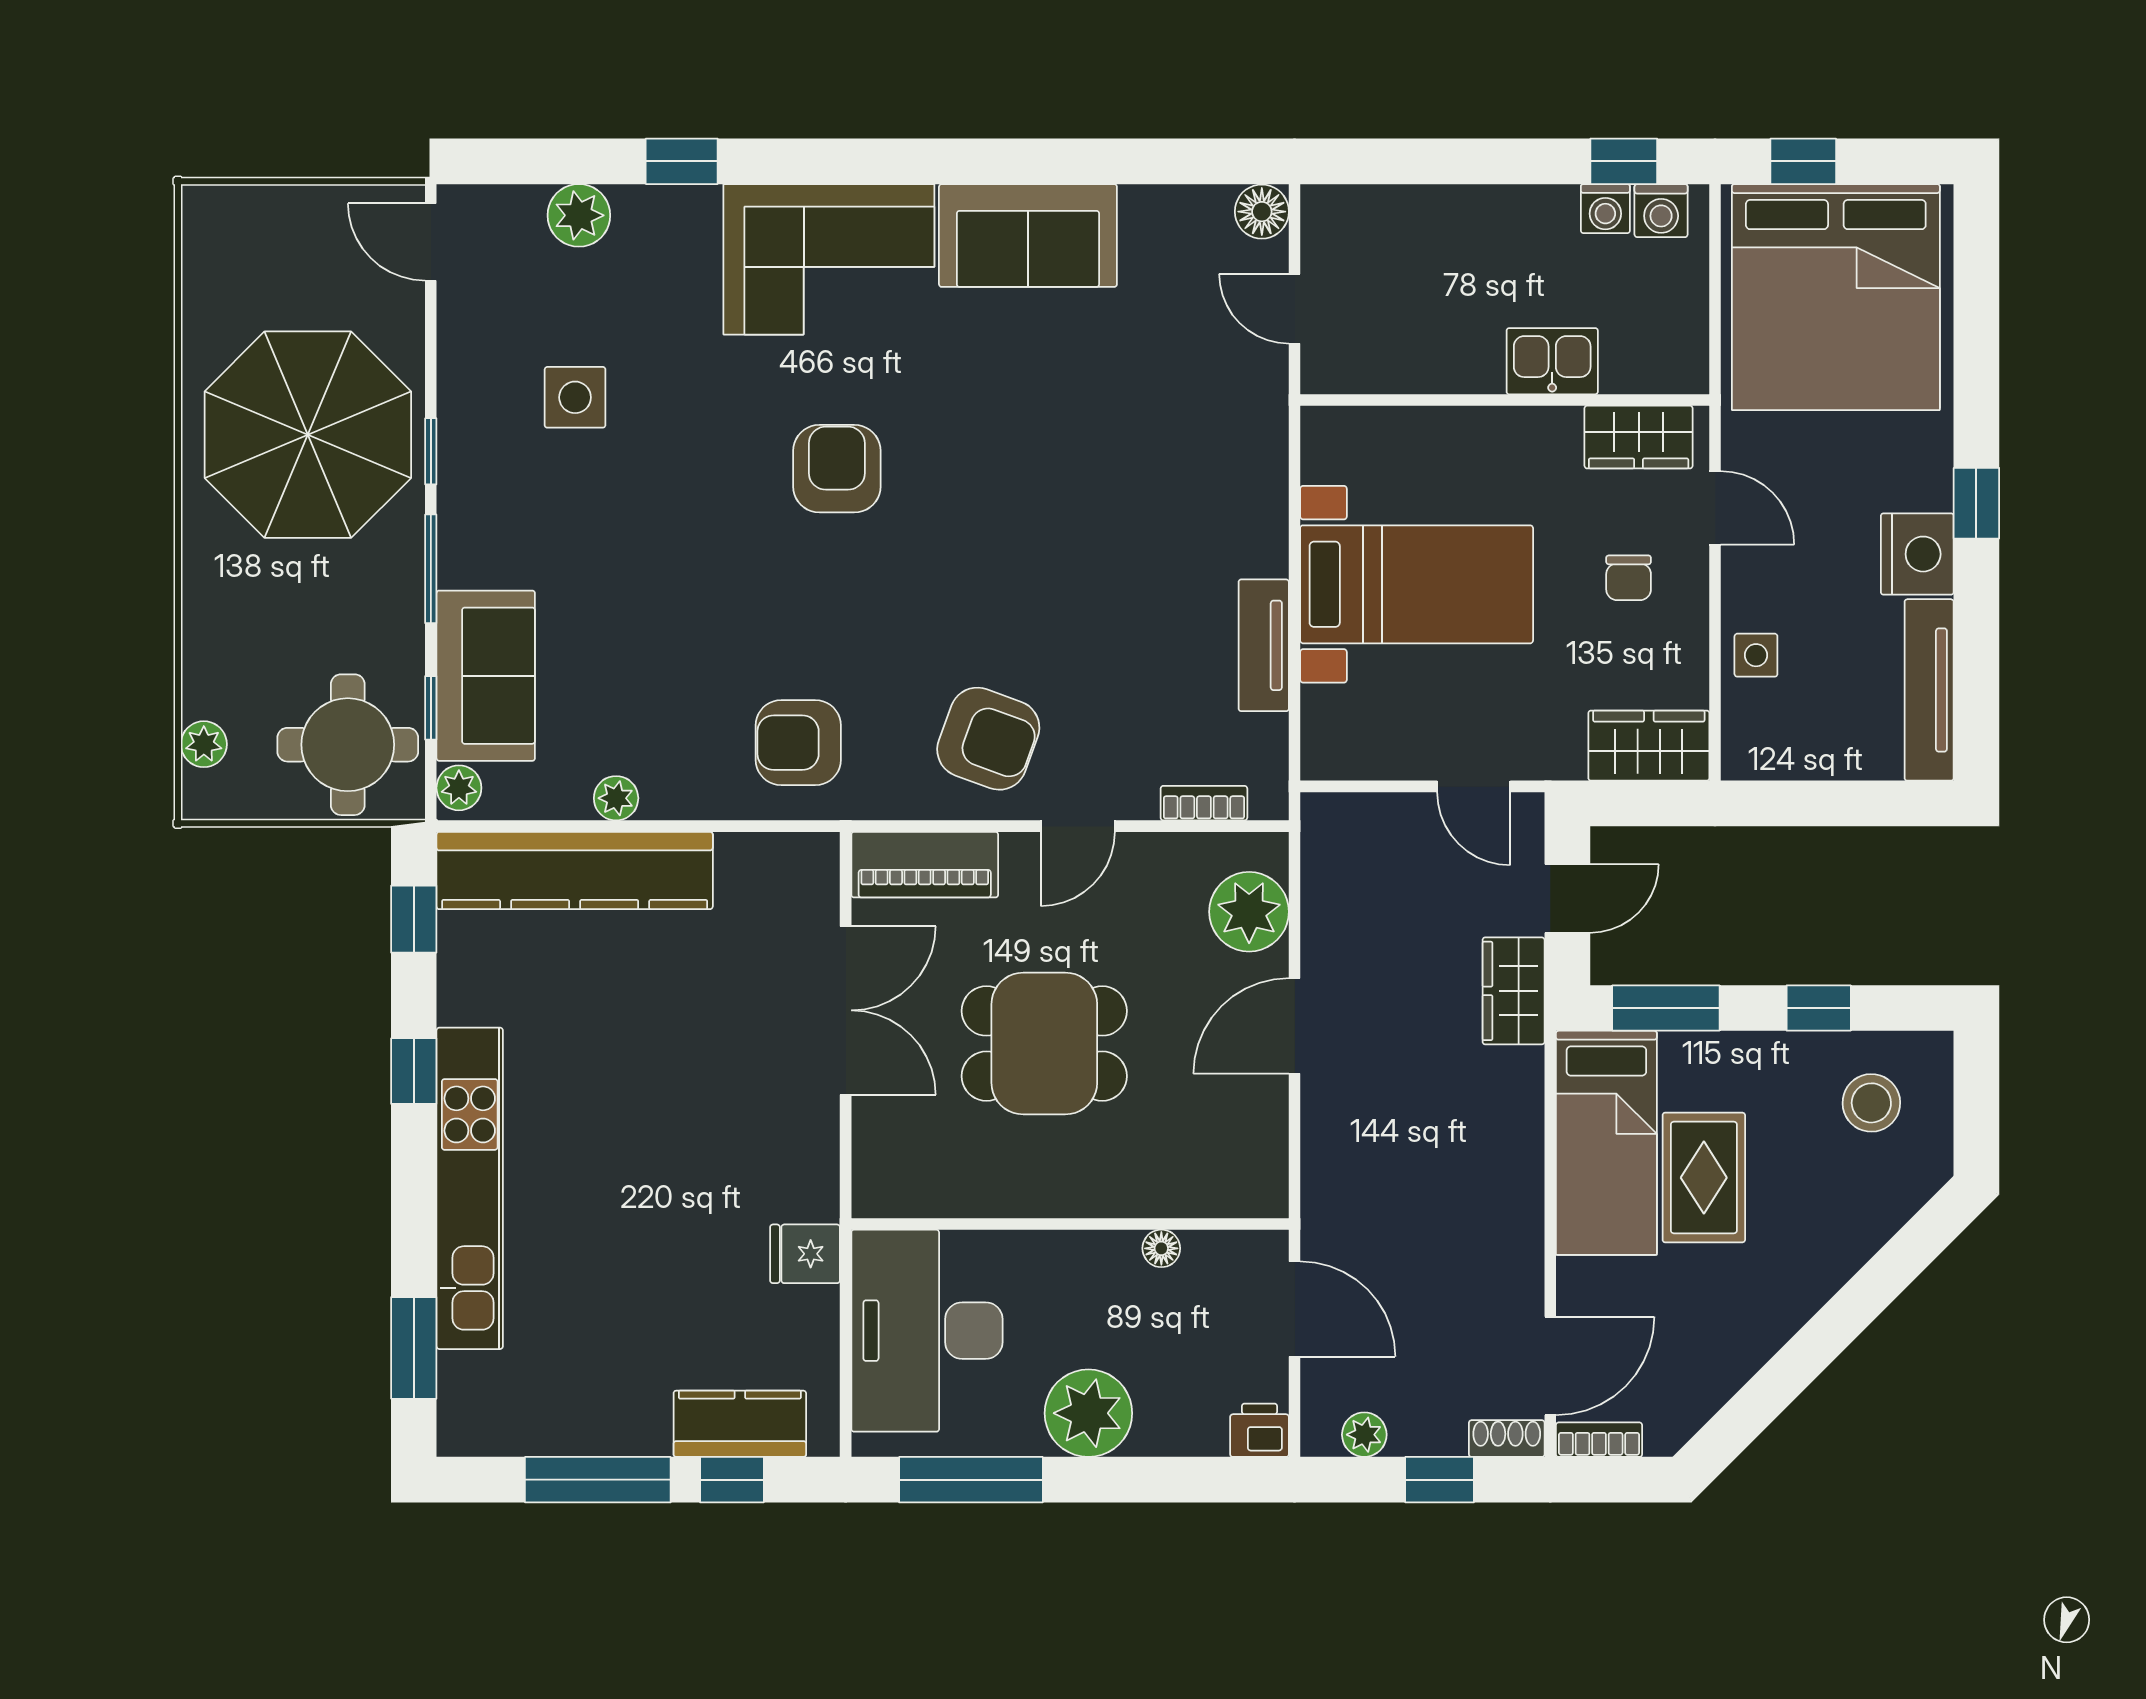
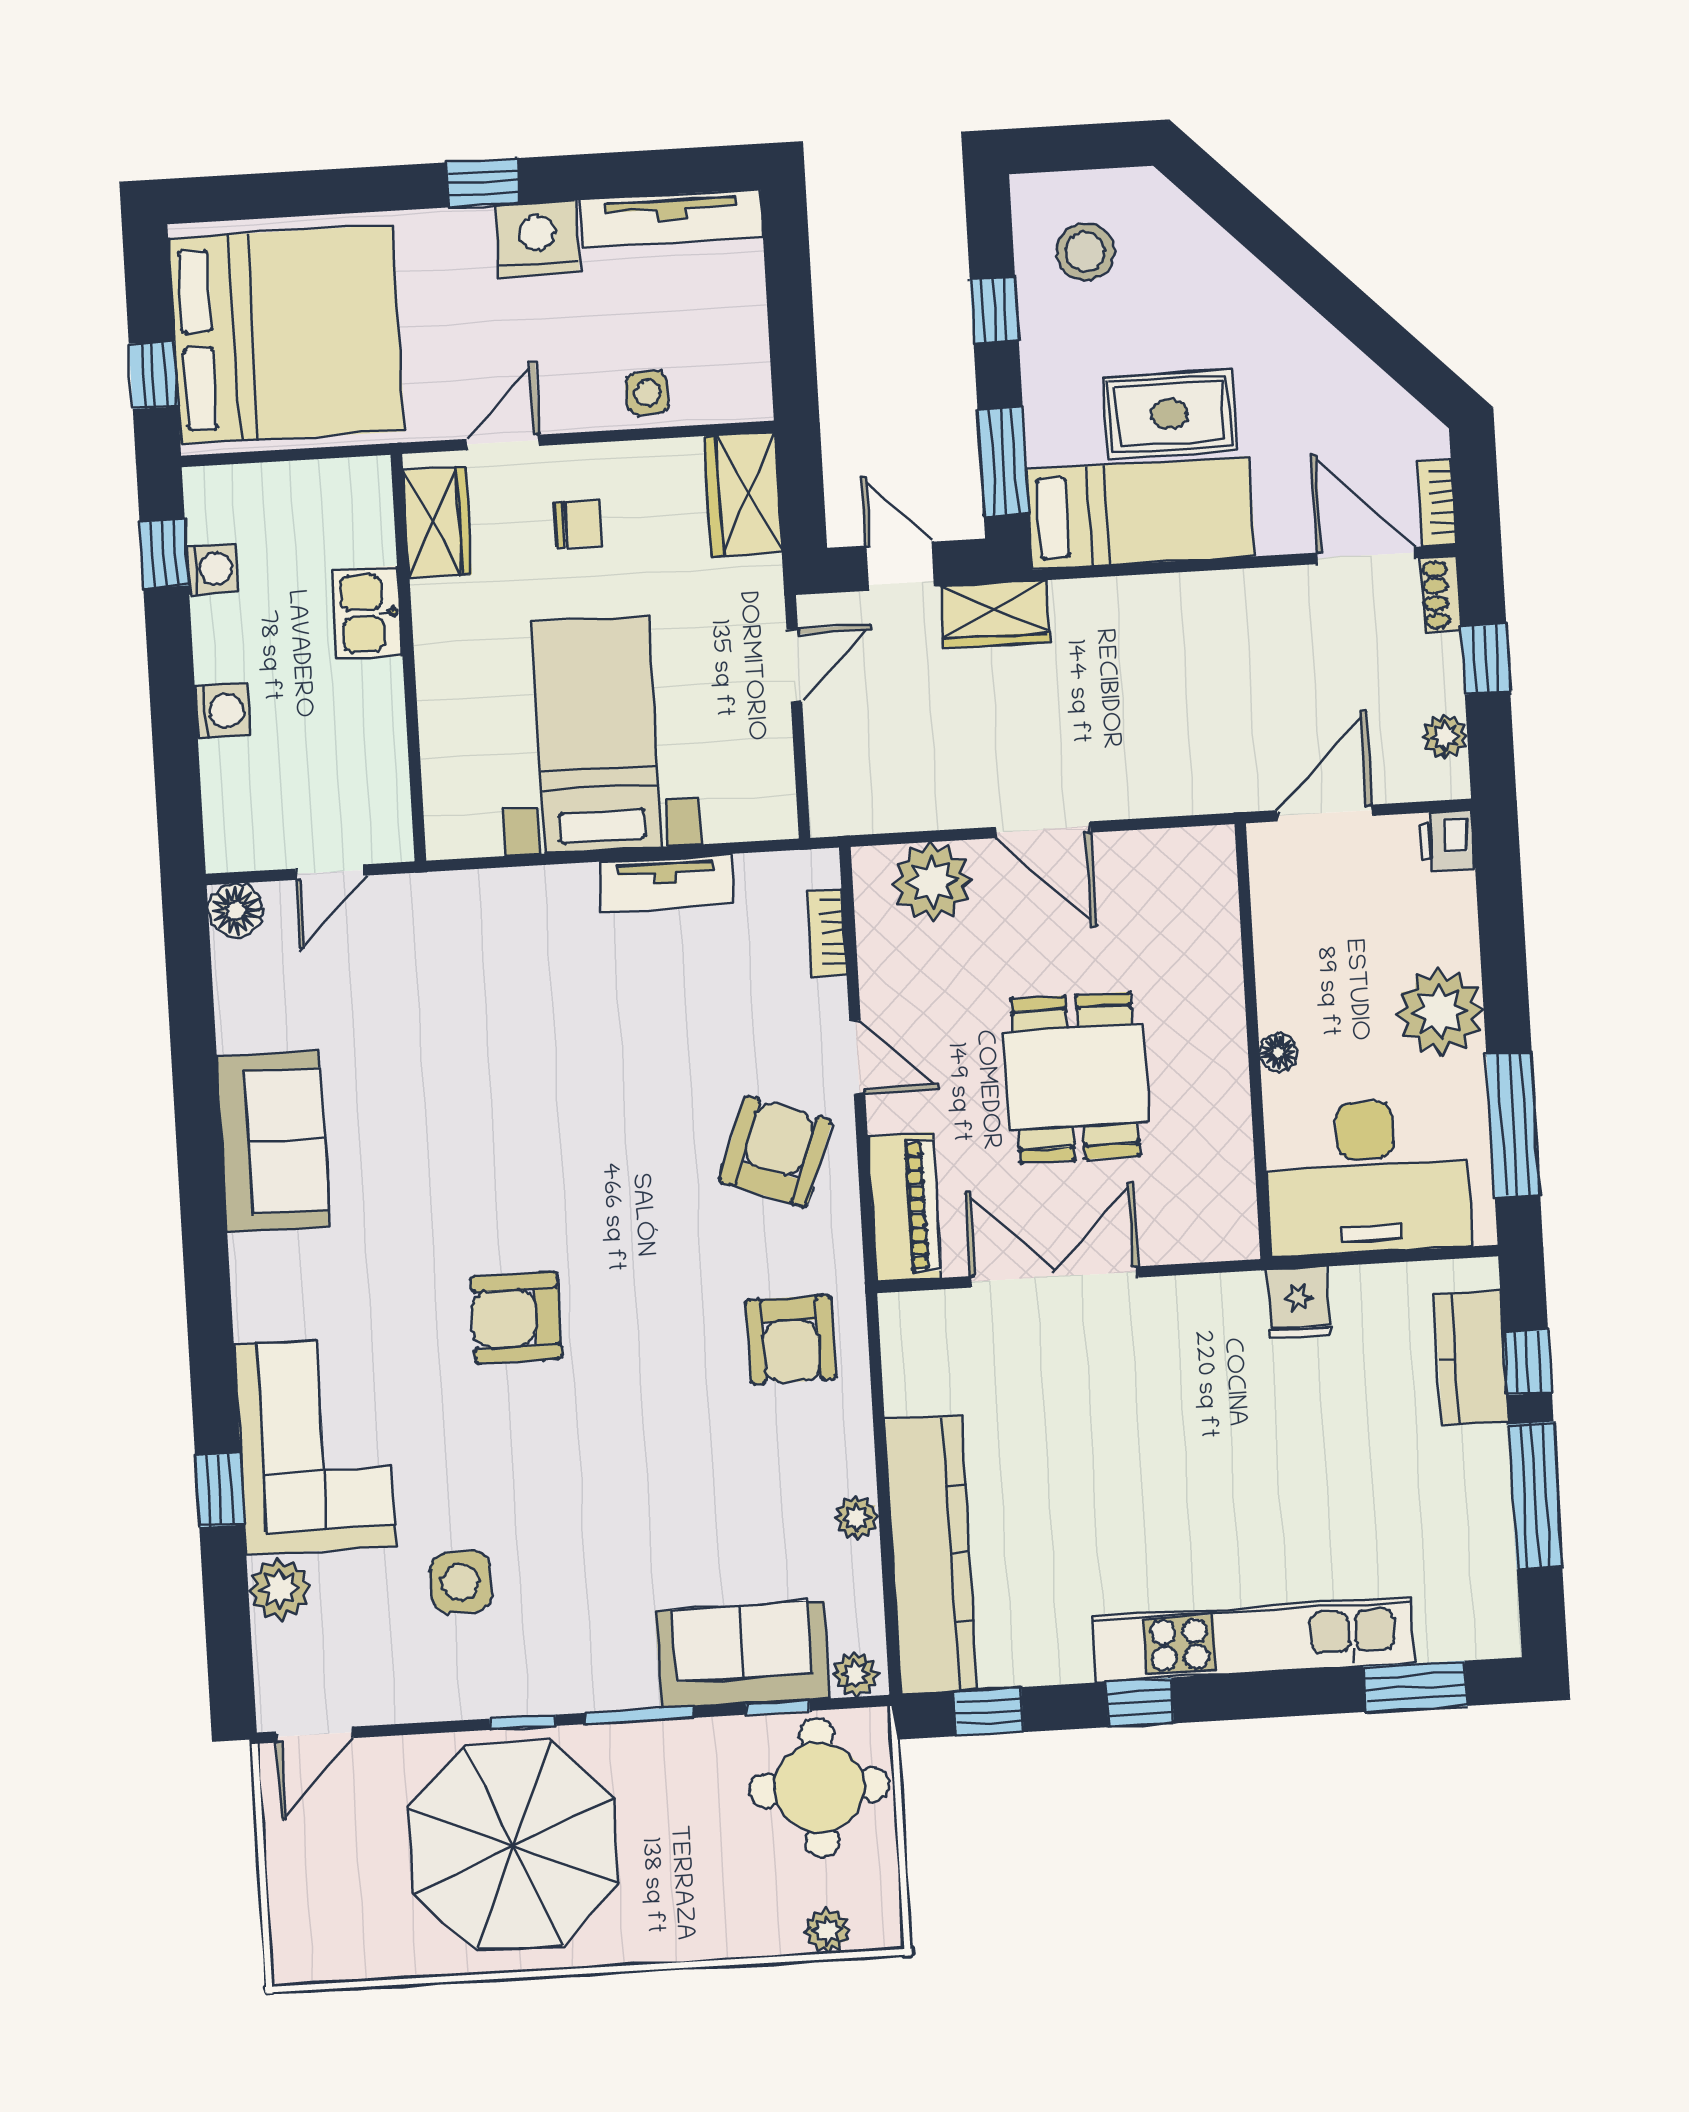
washing machine: (1661, 211) -> (223, 711), moved
corner sofa: (829, 259) -> (315, 1446), moved
floor lamp: (1161, 1248) -> (1278, 1052), moved

